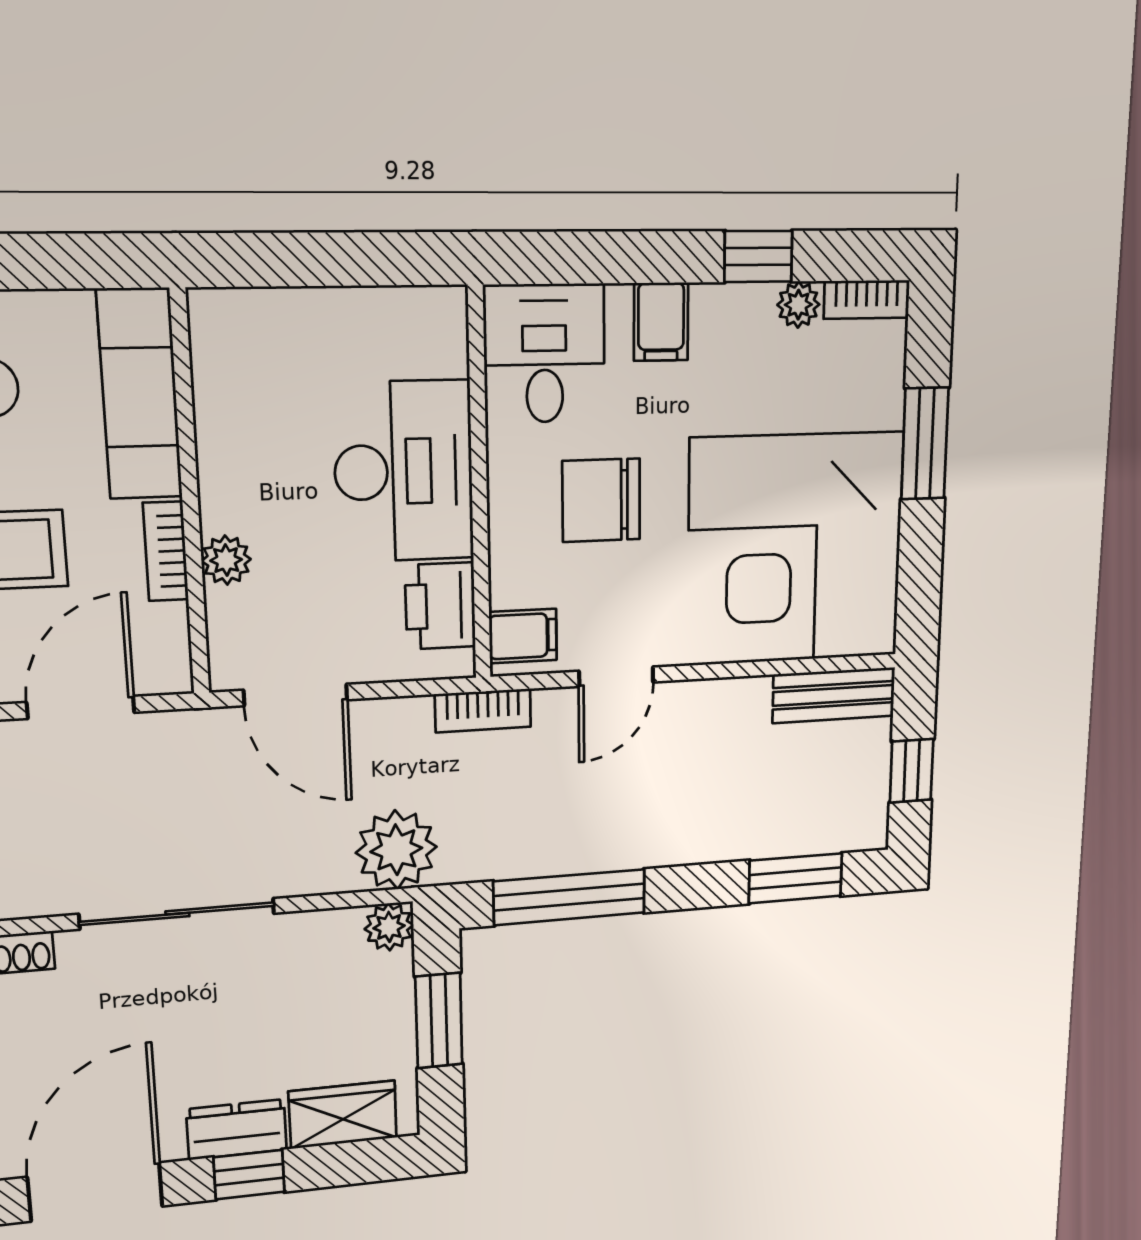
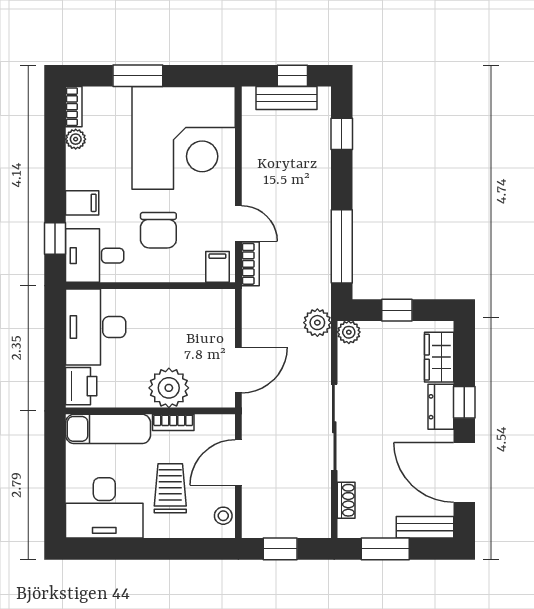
window: (758, 256) -> (55, 238), moved
desk: (404, 471) -> (96, 327), moved, turned -90
plant: (226, 560) -> (169, 388), width x1.87, depth x1.87
printer: (440, 606) -> (81, 386), moved, turned -90
bench: (834, 695) -> (287, 98), moved, turned 90
door: (81, 707) -> (238, 462), hinge flipped
bookcase: (483, 711) -> (250, 264), moved
plant: (396, 850) -> (317, 323), width x0.73, depth x0.73
window: (795, 878) -> (342, 134), width x0.67
window: (439, 1021) -> (397, 310), width x0.67

